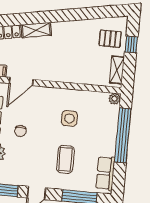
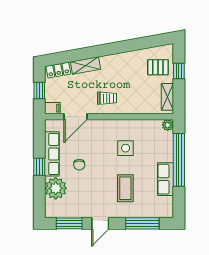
trolley: (55, 66) -> (107, 98), added
row of seats: (105, 173) -> (165, 179), moved

